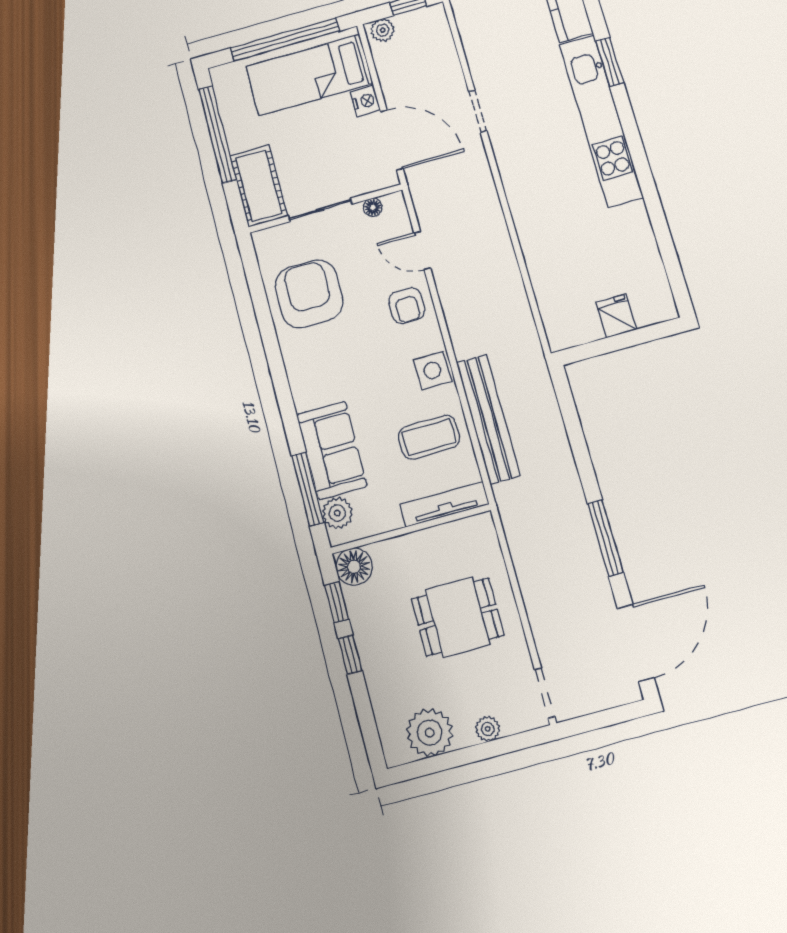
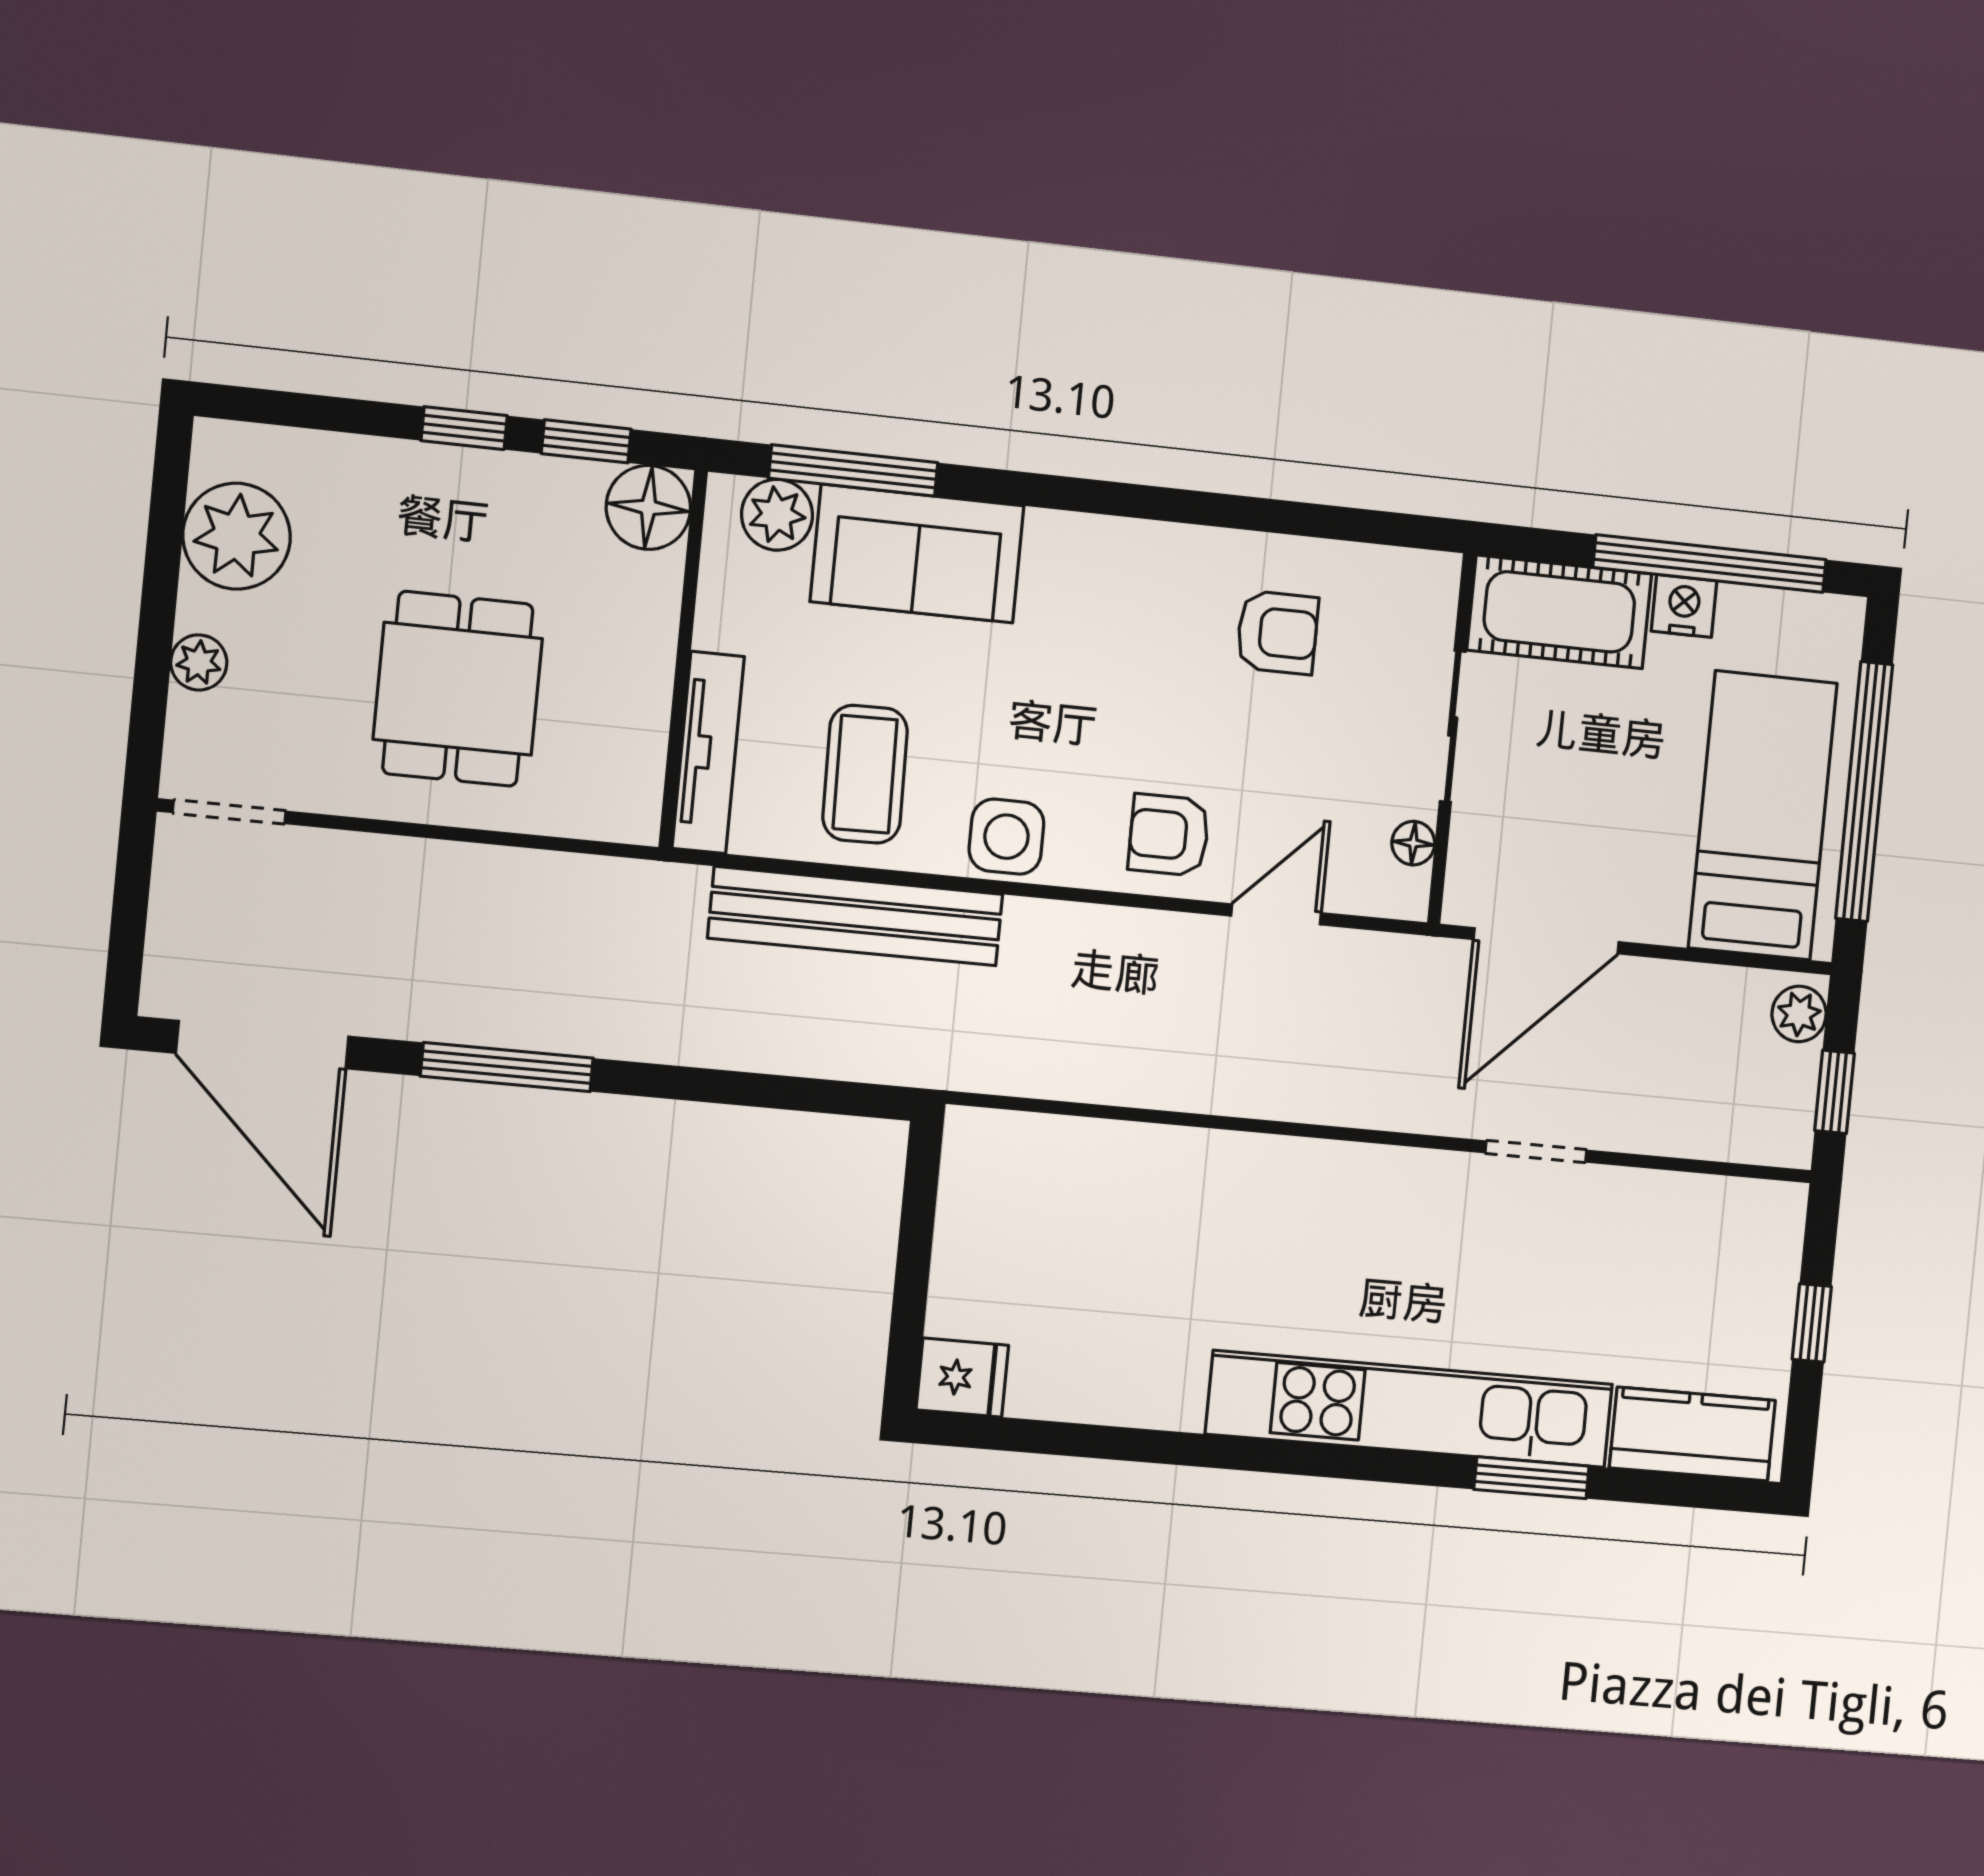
nightstand: (365, 101) -> (1684, 606), moved, turned 180
armchair: (309, 294) -> (1277, 633), width x0.53, depth x0.53
fridge: (616, 316) -> (962, 1378), moved

